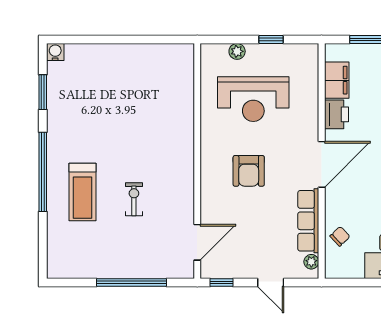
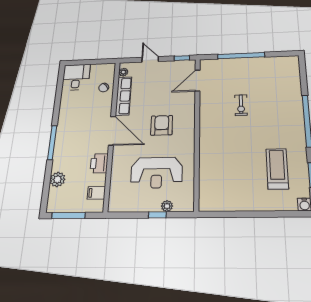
window: (271, 40) -> (157, 215), moved
filing cabinet: (337, 80) -> (96, 193), width x0.50
reception desk: (253, 99) -> (157, 173), turned 180
door: (322, 164) -> (112, 131), swing flipped
treadmill: (83, 192) -> (277, 169), moved

